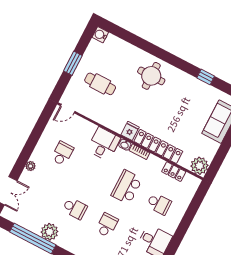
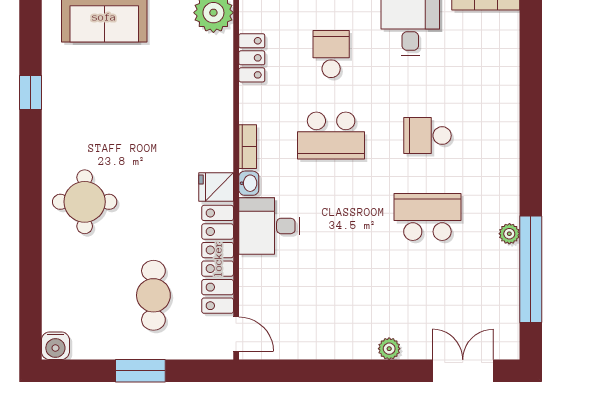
locker: (158, 146) -> (218, 259), moved
school desk: (62, 153) -> (331, 298), removed
school desk: (75, 208) -> (427, 217), width x1.85
plant: (50, 232) -> (509, 234), width x0.53, depth x0.53

